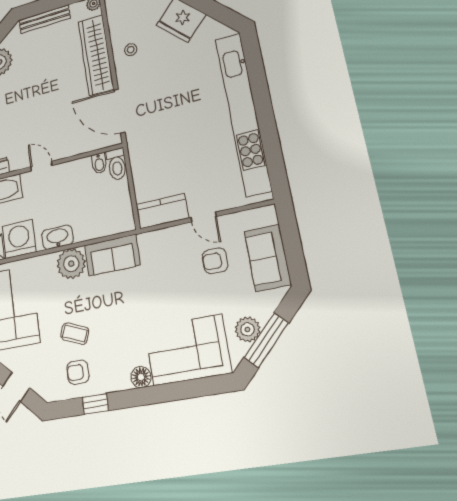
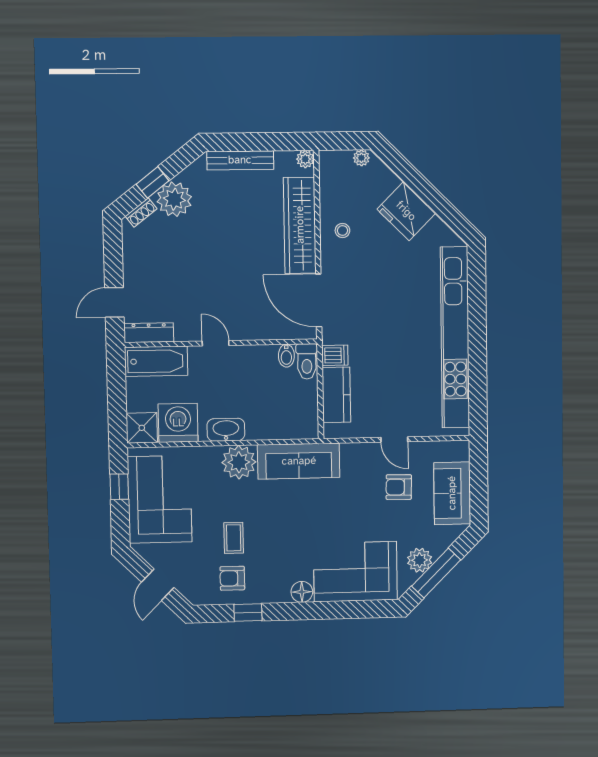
dishwasher: (139, 154) -> (335, 355), added
kitchen counter: (162, 211) -> (336, 395), moved, turned 90
sofa: (112, 255) -> (299, 461), width x1.36
coffee table: (75, 334) -> (234, 538), turned 68

